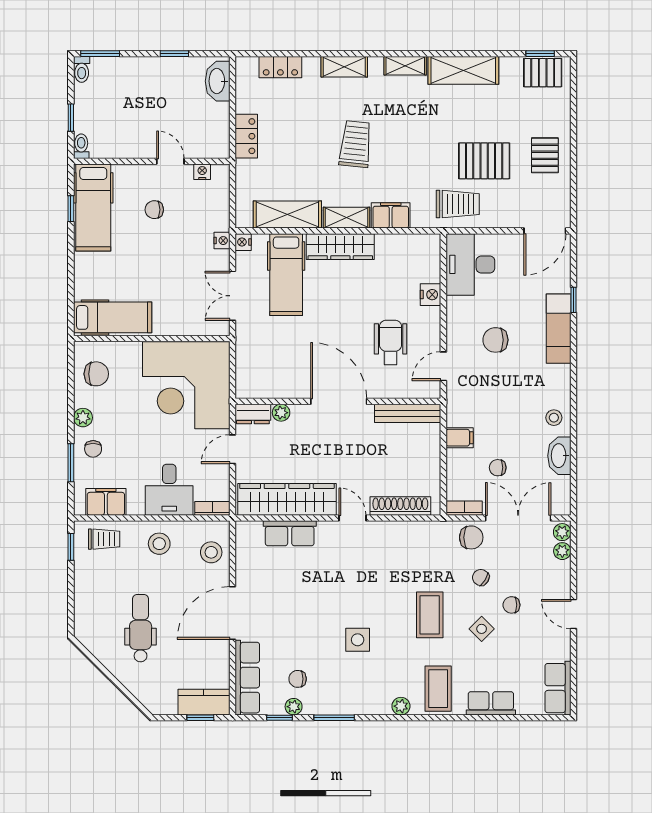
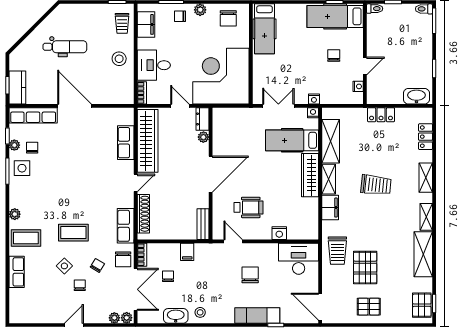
bench: (408, 413) -> (203, 224), width x0.73
stool: (211, 552) -> (114, 92), removed
side table: (358, 640) -> (22, 168), moved
row of seats: (558, 688) -> (126, 226), moved, turned -90

